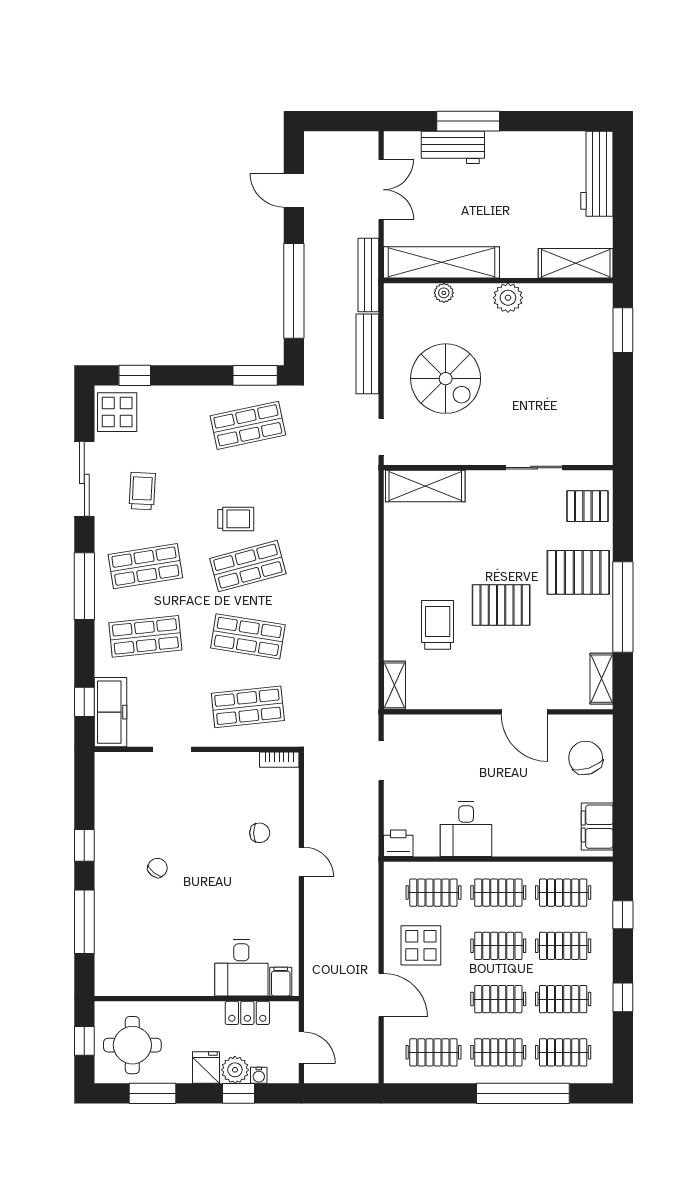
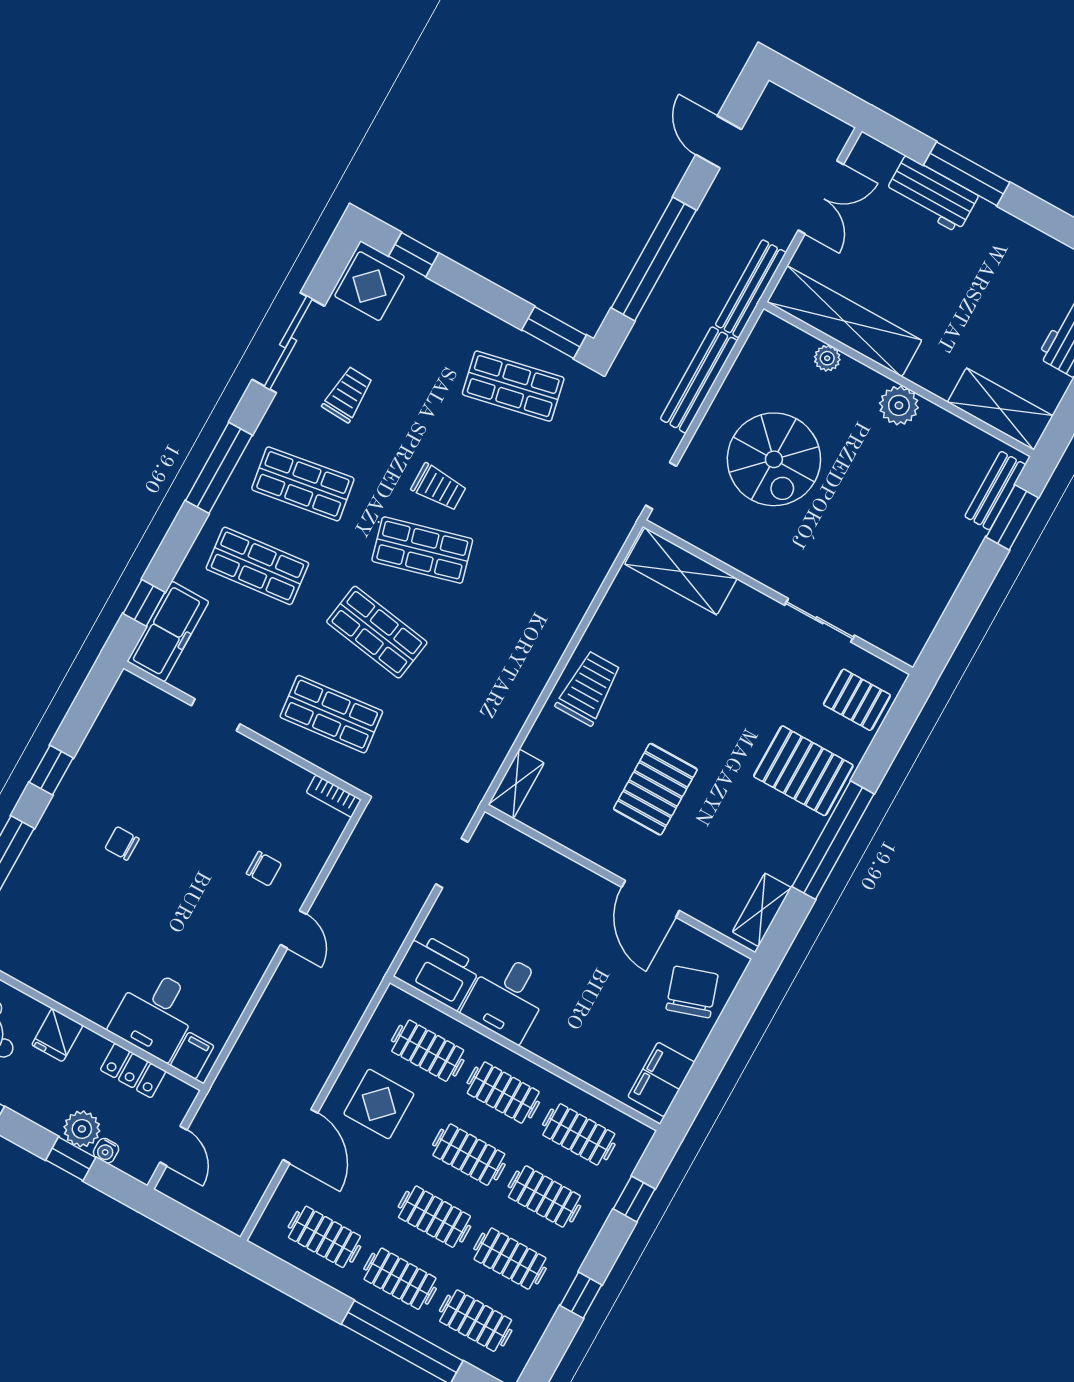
bench: (602, 319) -> (995, 491), added
pallet: (501, 605) -> (655, 789), moved, turned 90
trolley: (438, 625) -> (589, 688), moved
printer: (398, 843) -> (438, 971), width x1.87, depth x1.48
chair: (157, 868) -> (122, 843), turned -128
fridge: (206, 1067) -> (57, 1035), moved, turned 180

